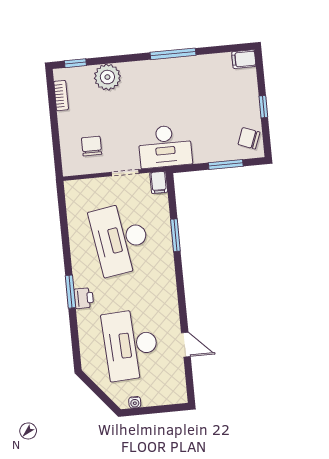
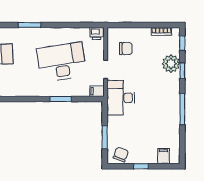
window: (116, 59) -> (182, 71), added
filing cabinet: (244, 59) -> (163, 156), moved
printer: (84, 298) -> (97, 33), moved

